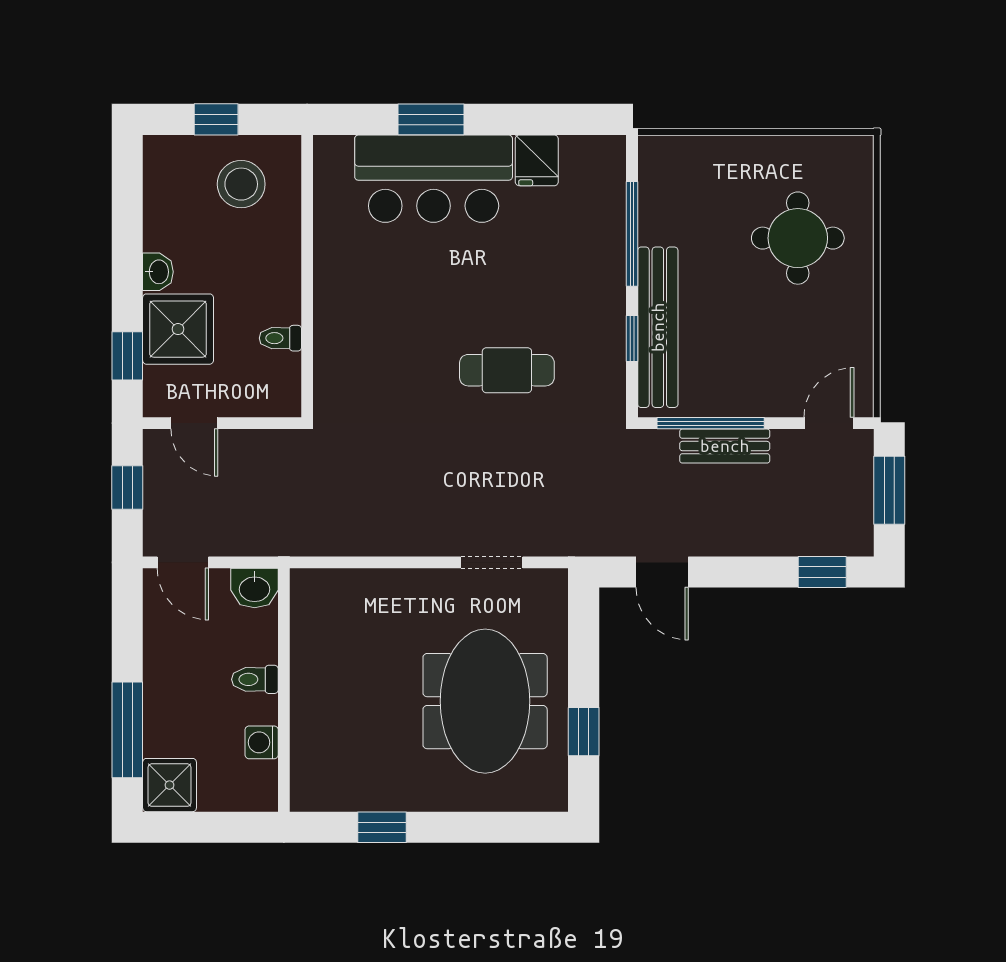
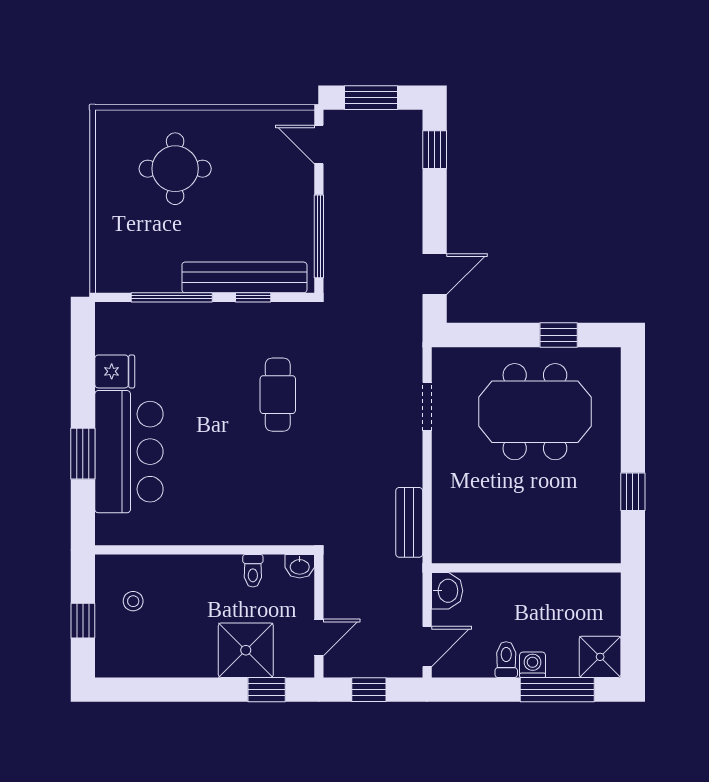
stool: (241, 184) -> (133, 601), width x0.53, depth x0.53
washbasin: (158, 272) -> (300, 566), moved, turned 180
bench: (725, 446) -> (409, 522), moved
toilet: (255, 679) -> (506, 660), moved, turned 180
washing machine: (262, 742) -> (533, 665), moved, turned 180

